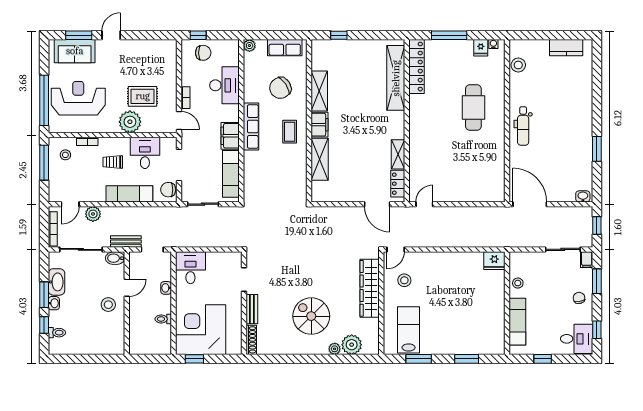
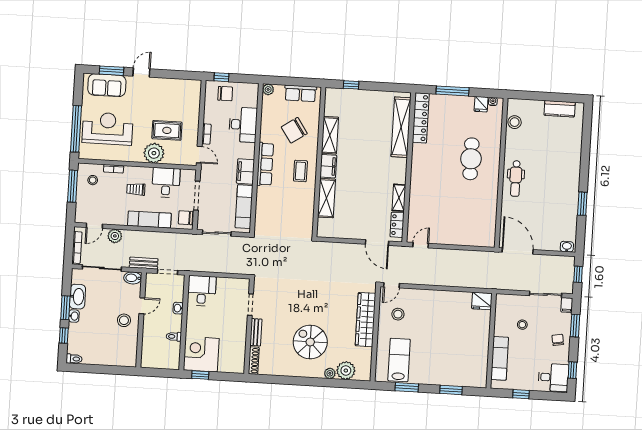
stool: (518, 283) -> (522, 325), moved
corner desk: (201, 330) -> (201, 354), width x0.74, depth x0.74
toilet: (57, 333) -> (74, 359), moved

